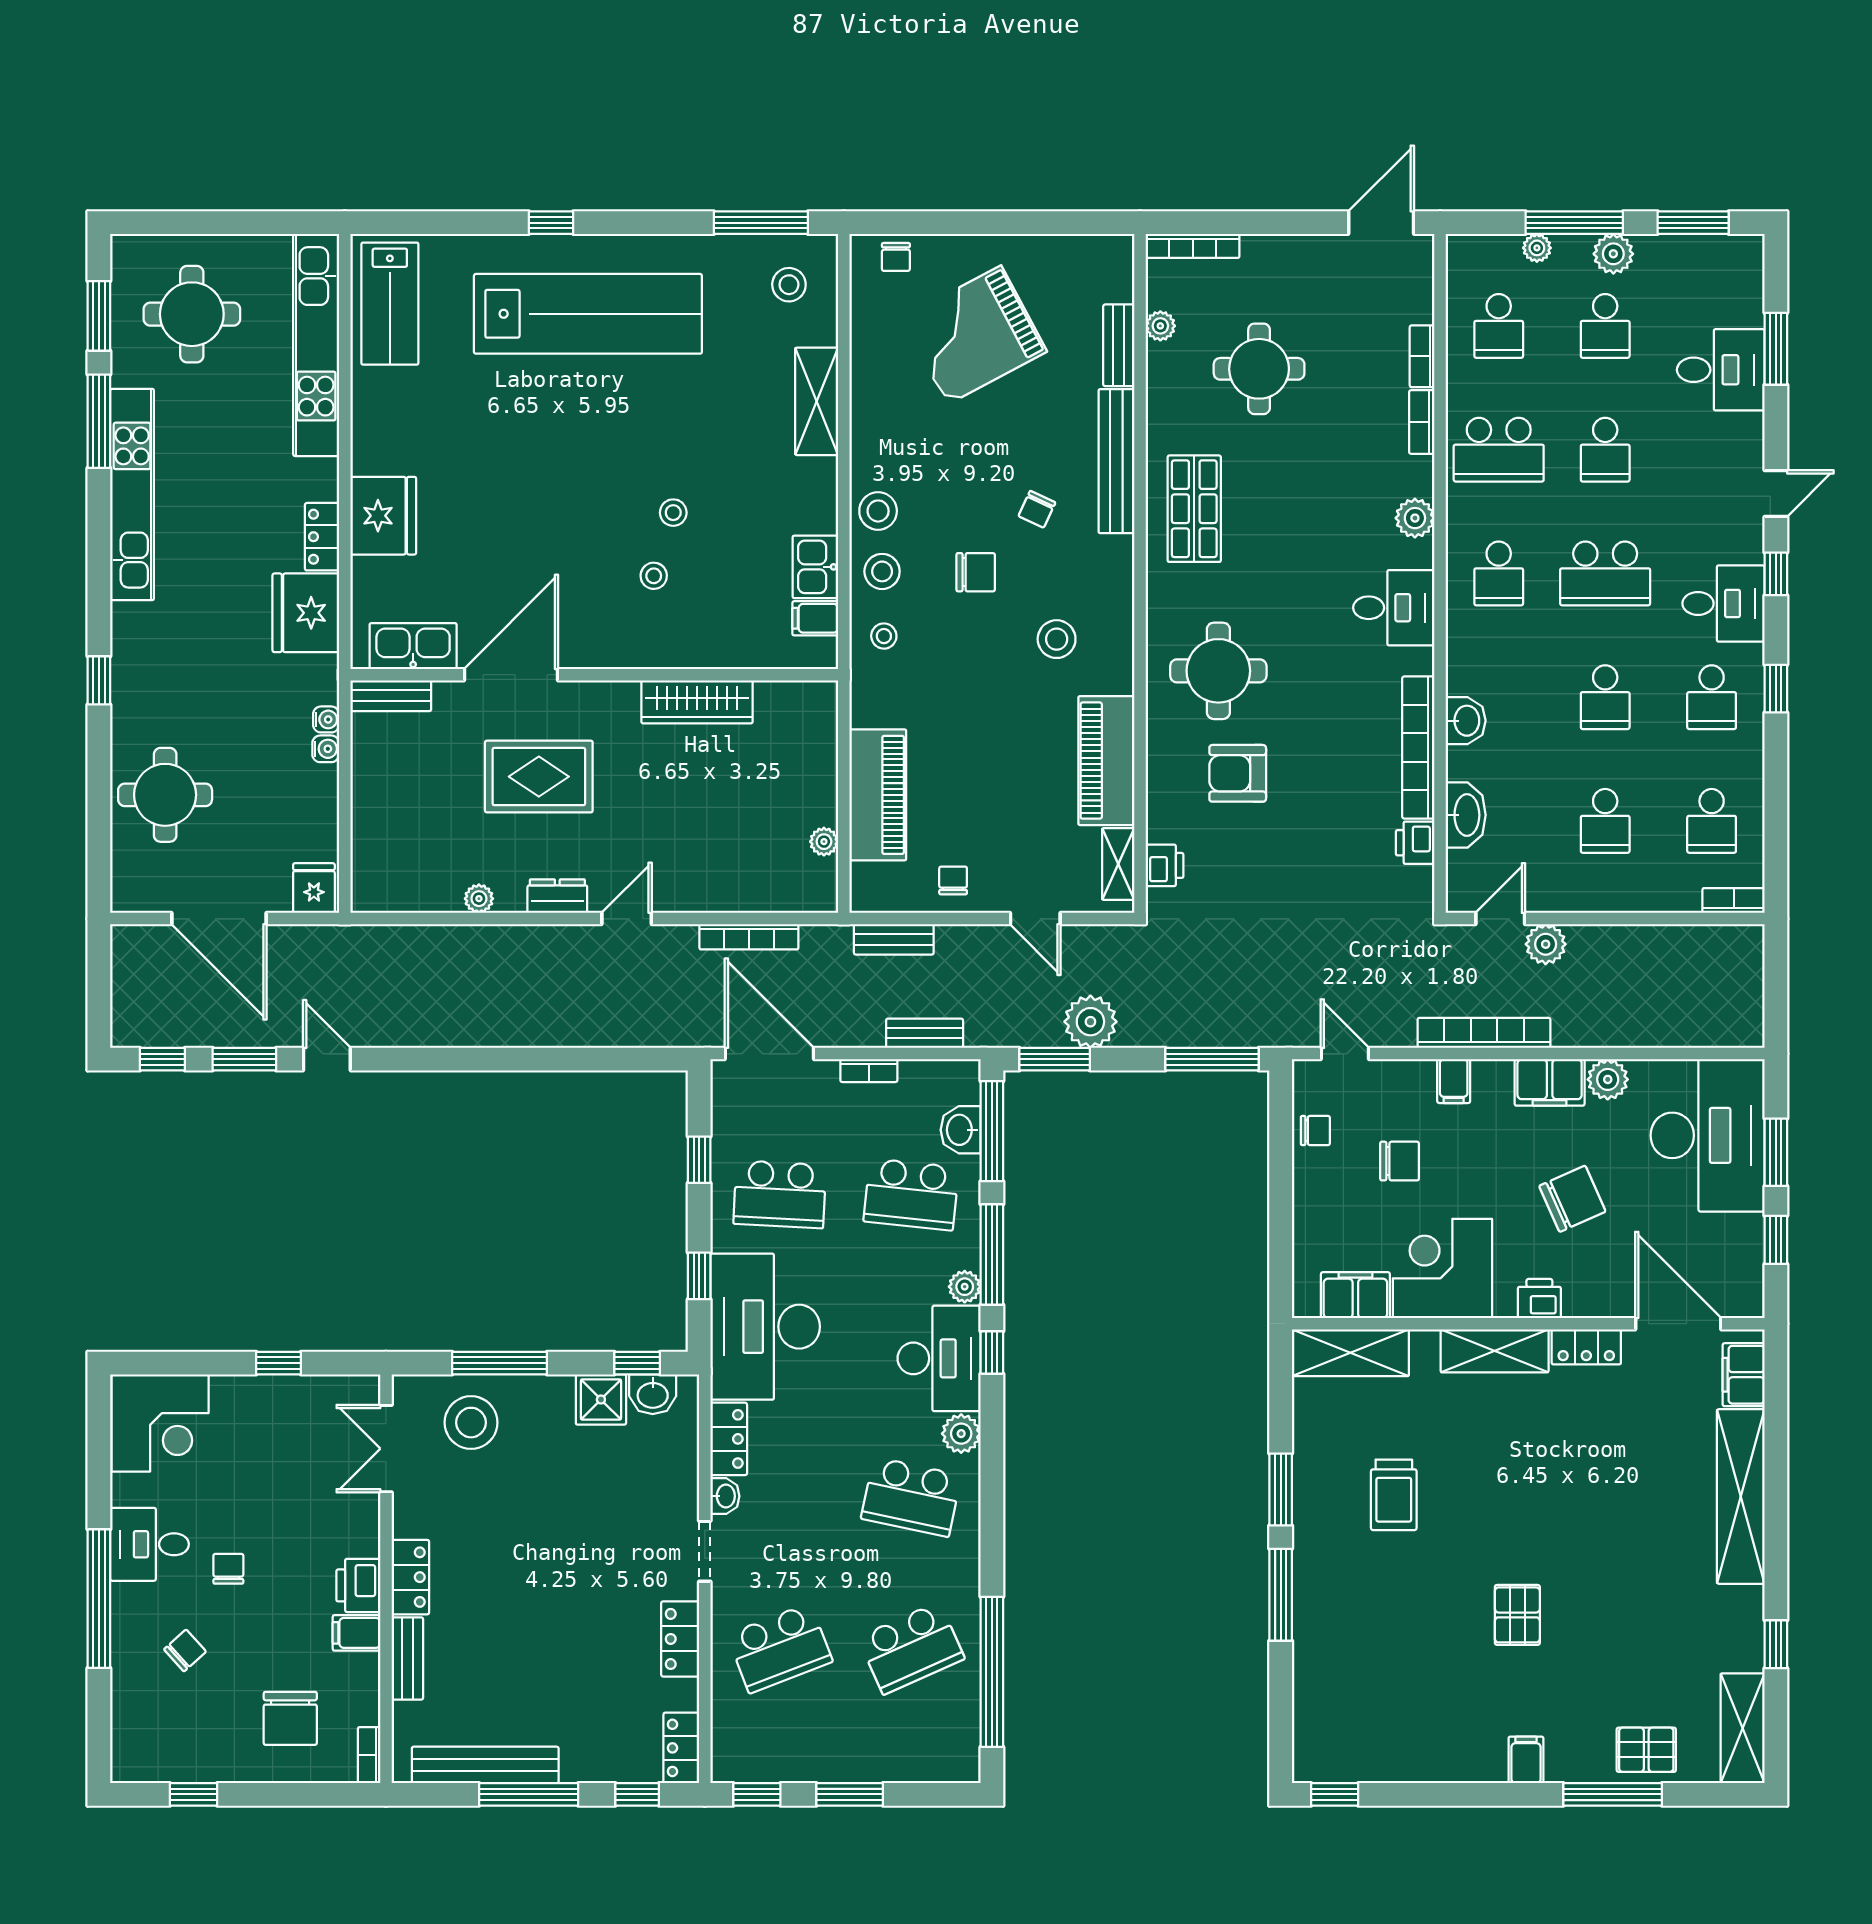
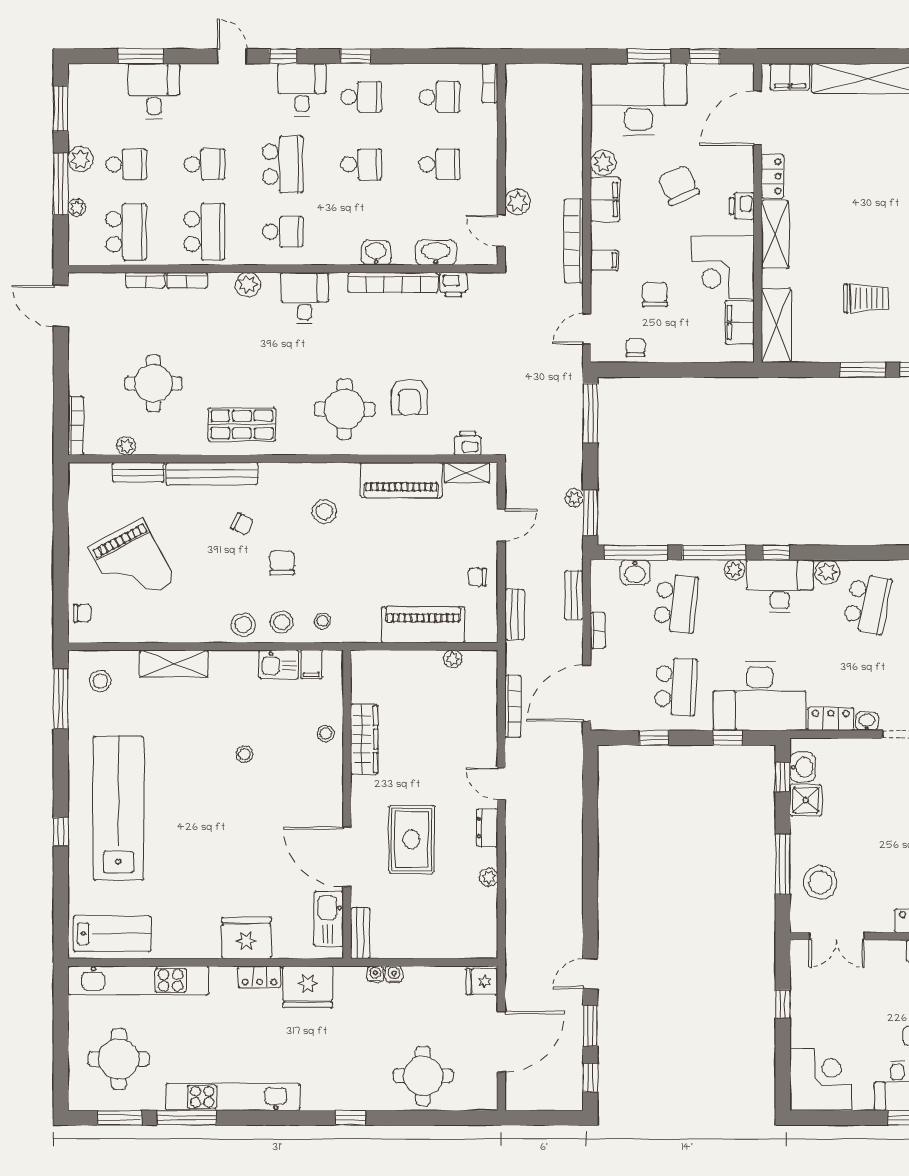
school desk: (1499, 326) -> (126, 232), width x1.85
stool: (654, 576) -> (326, 734), moved
plant: (1090, 1022) -> (574, 498), width x0.53, depth x0.53

